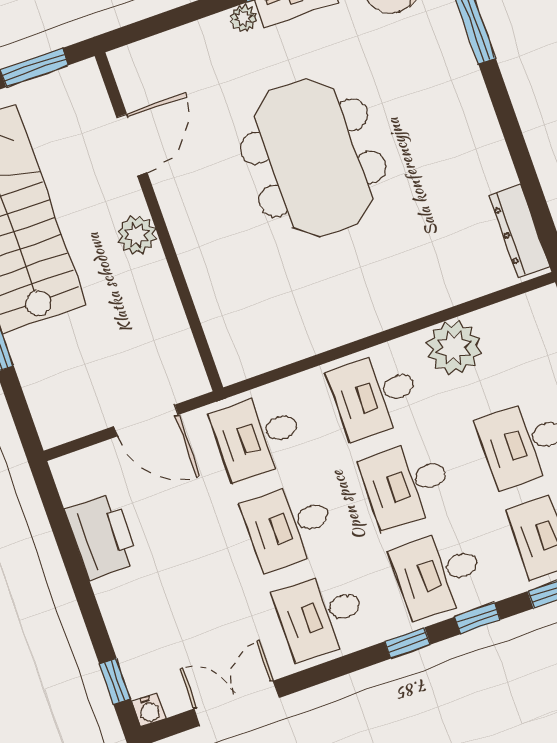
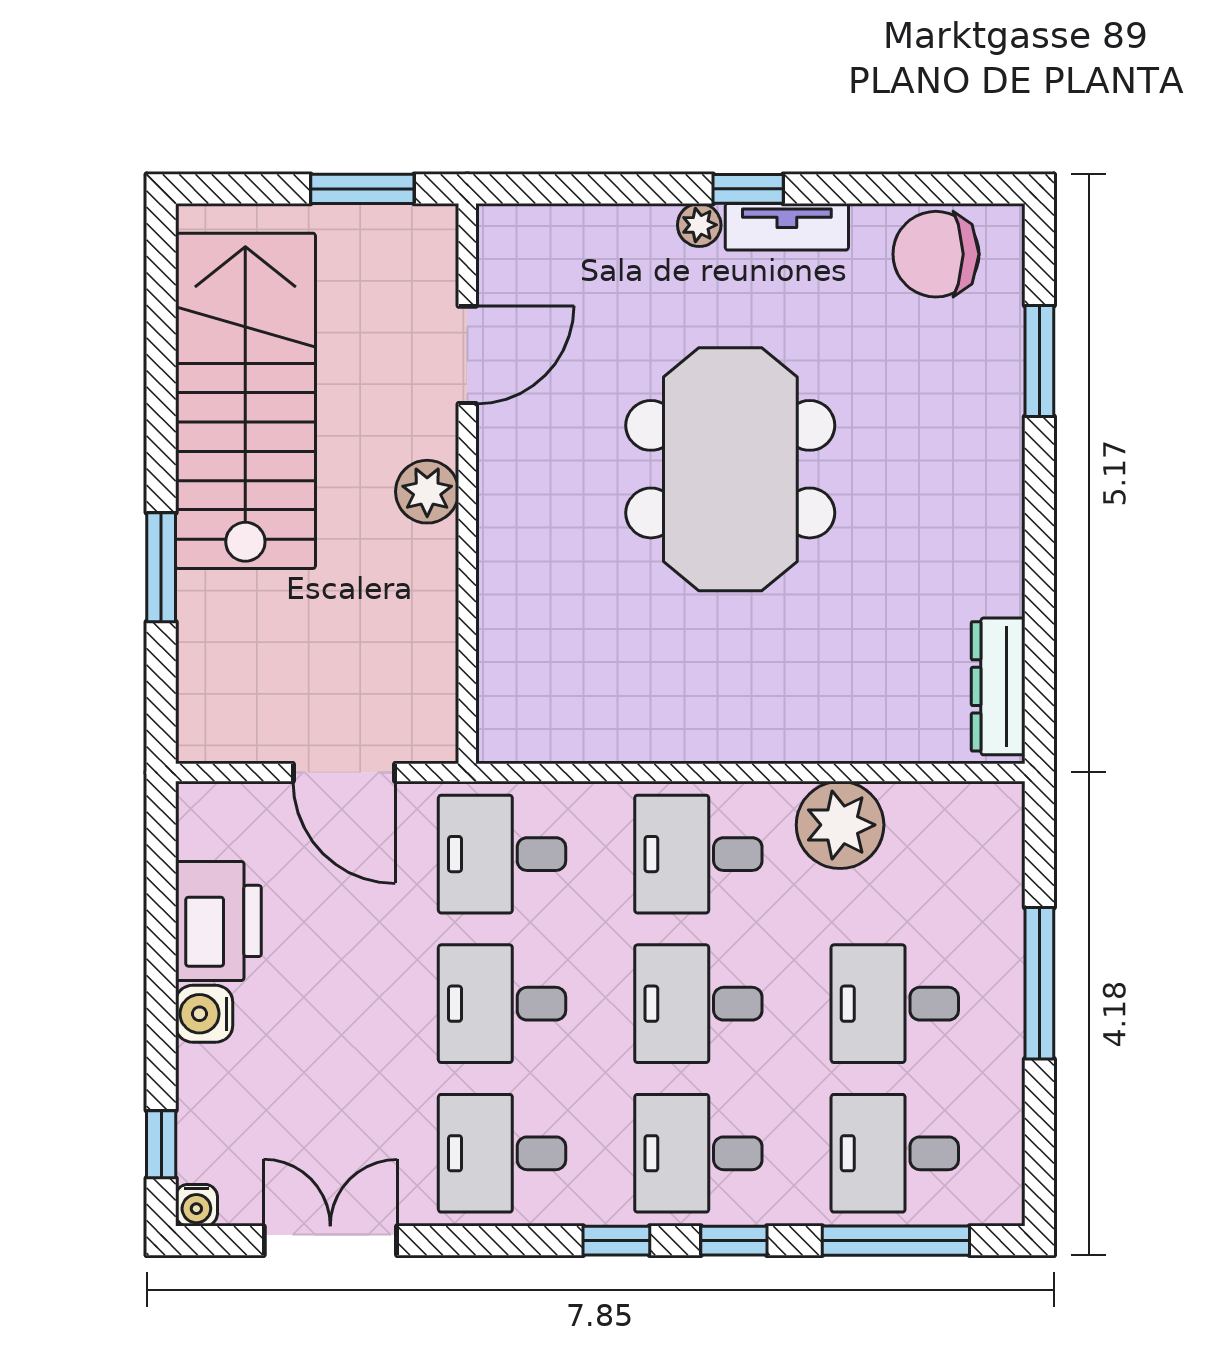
water cooler: (113, 594) -> (204, 1014), added

